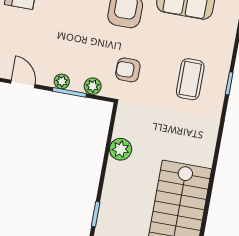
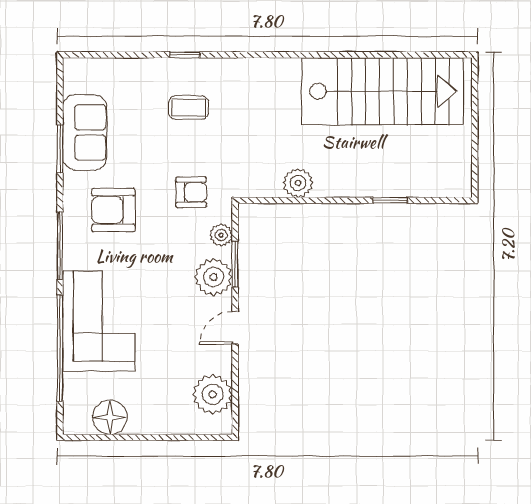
armchair: (128, 70) -> (191, 192), turned -90
coffee table: (190, 79) -> (189, 107), width x0.73, depth x0.77
plant: (62, 81) -> (214, 277), width x1.88, depth x1.88

